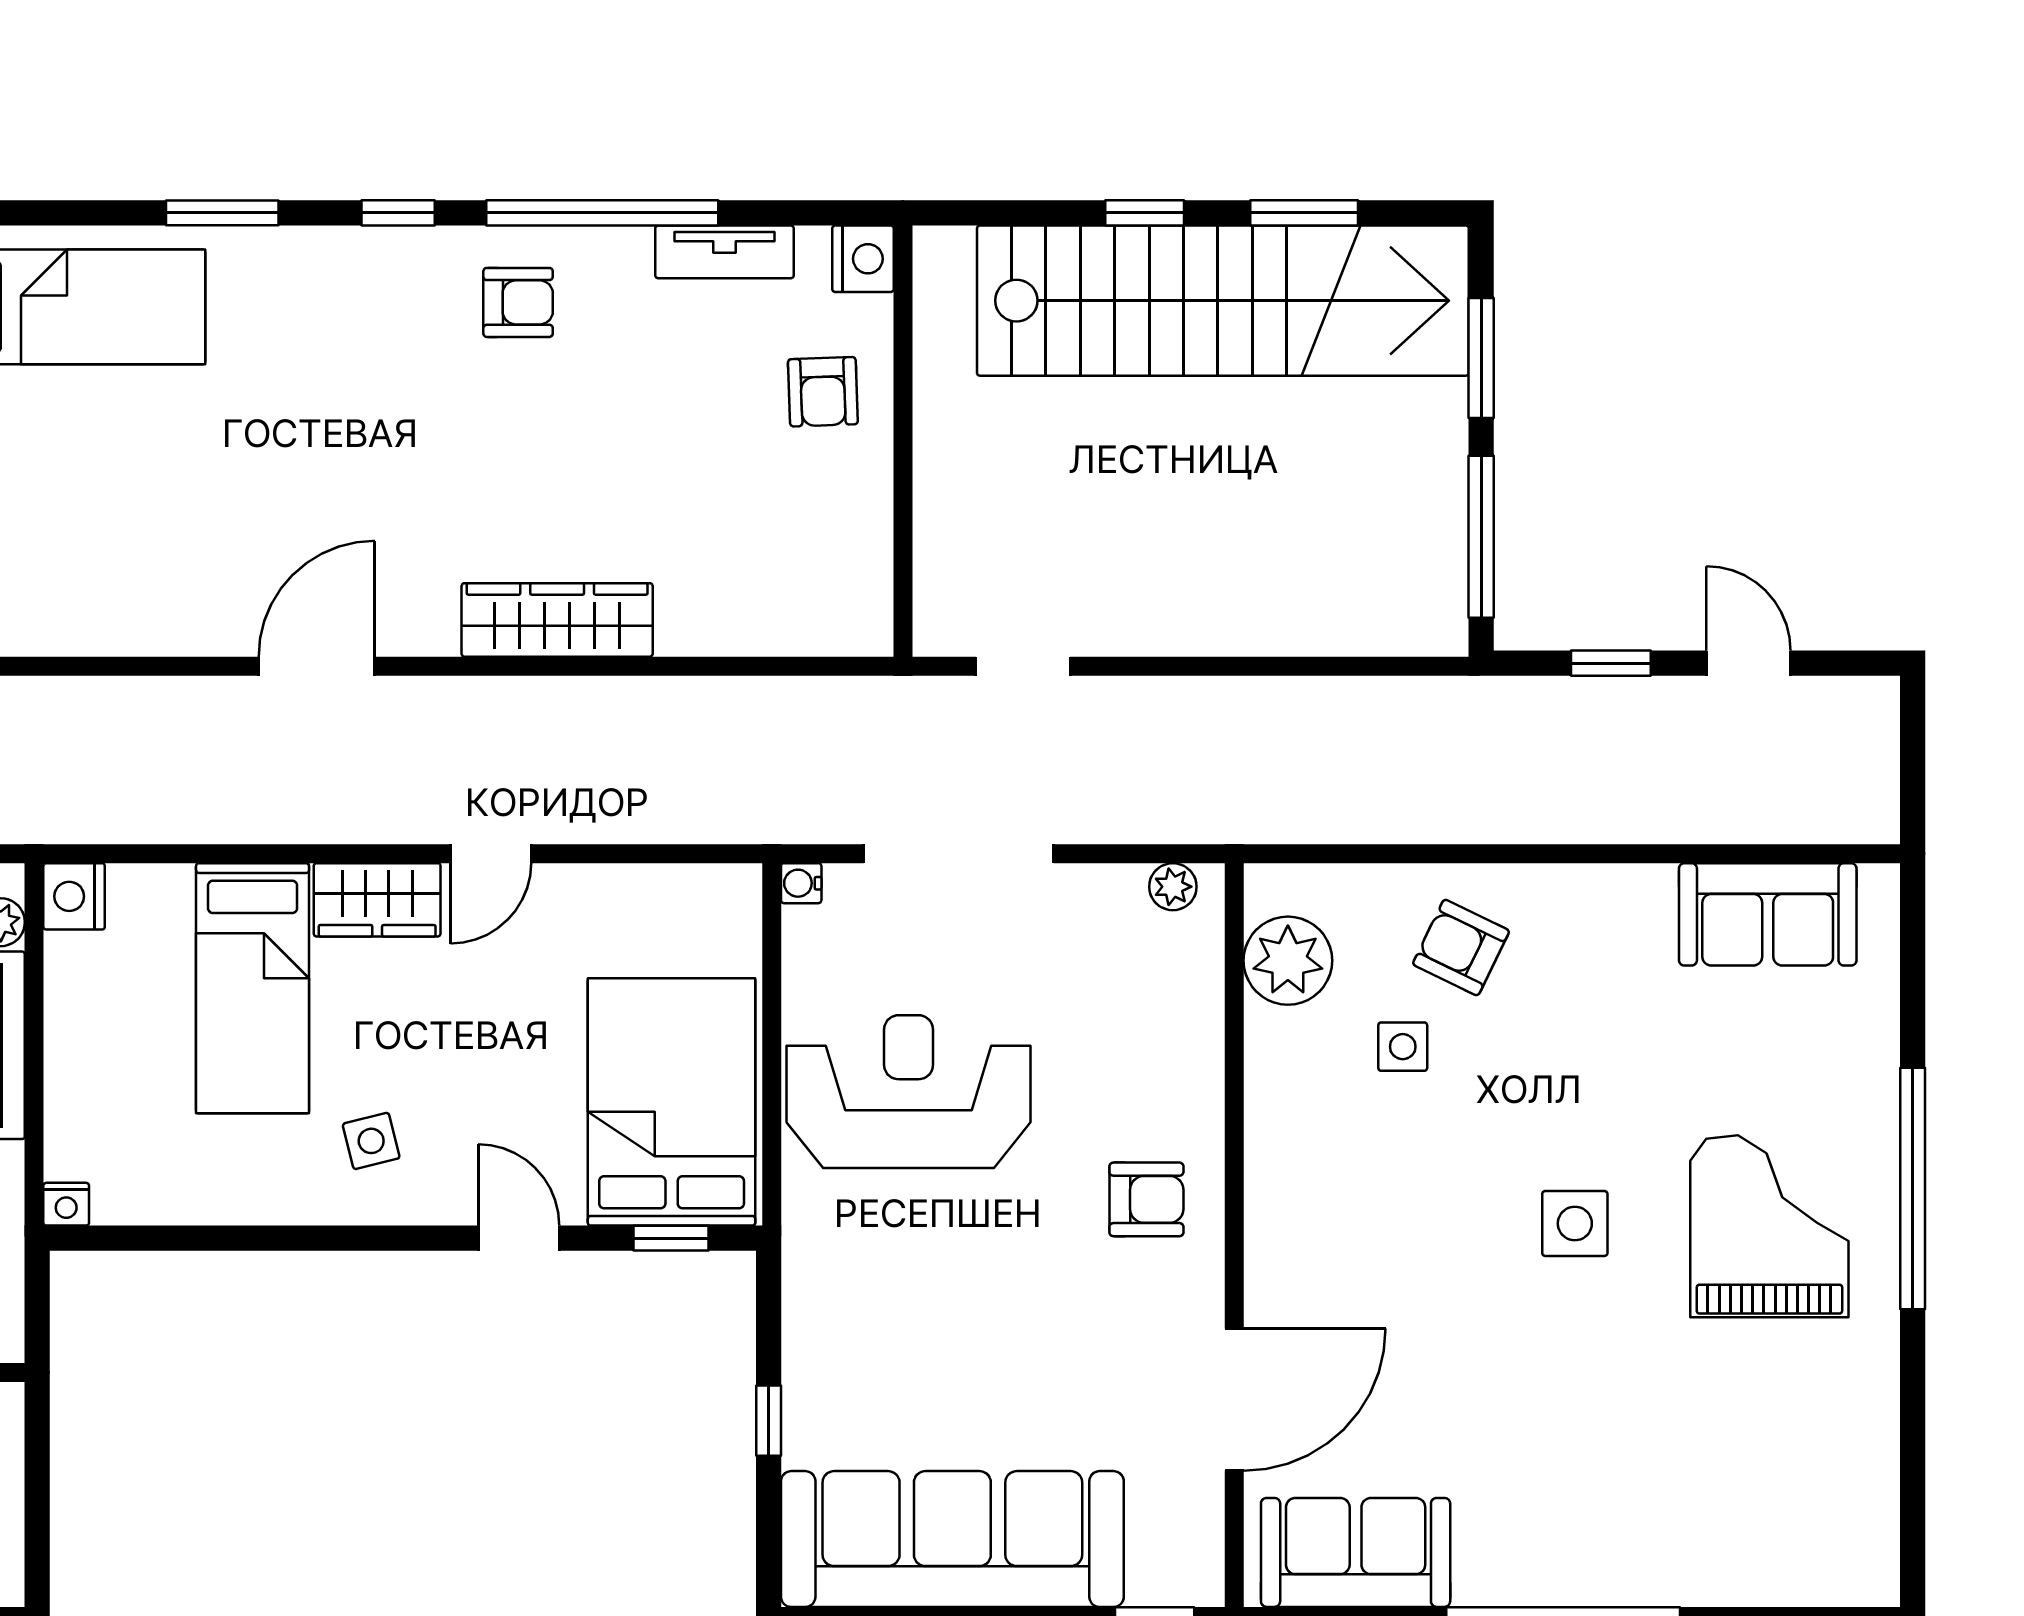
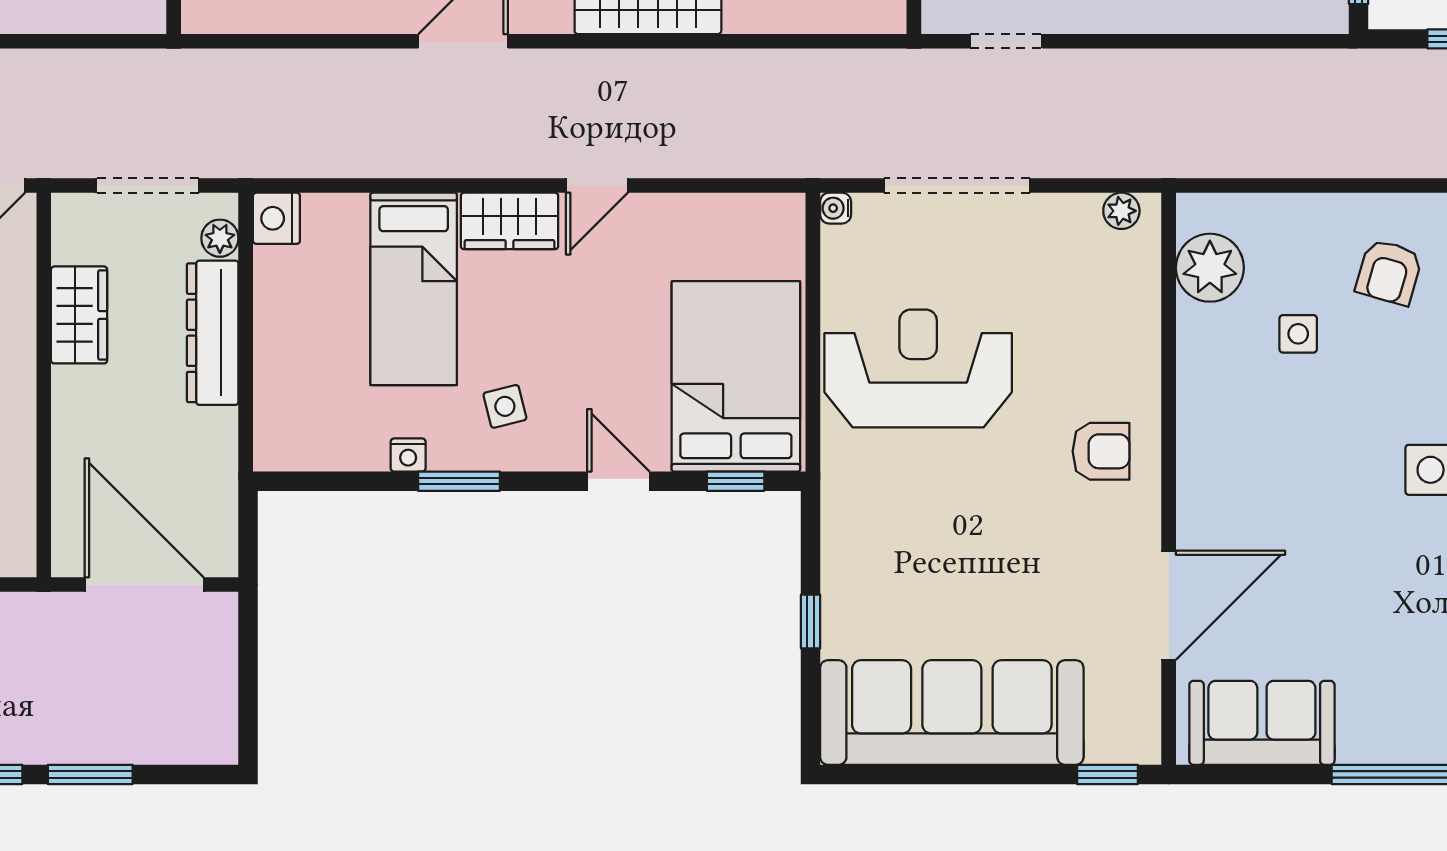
armchair: (1461, 947) -> (1389, 272), moved, turned -100
nightstand: (66, 1204) -> (408, 455), moved
window: (311, 1238) -> (459, 481), added

